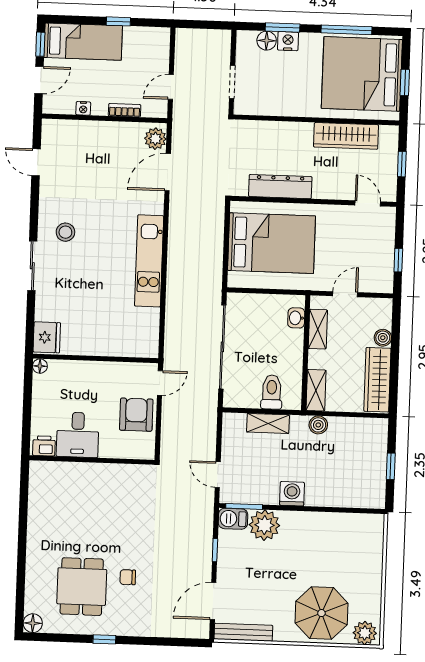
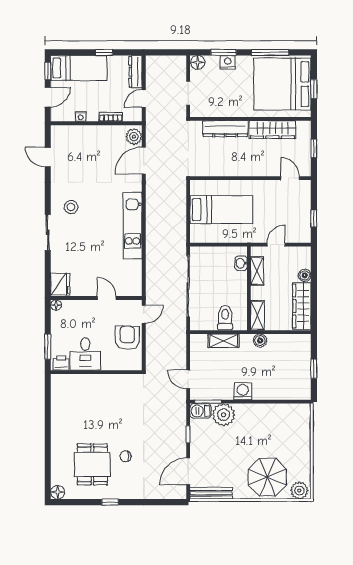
floor lamp: (267, 41) -> (198, 62), moved
dresser: (161, 50) -> (136, 72), added
dresser: (280, 187) -> (225, 129), moved, turned 180
bed: (272, 243) -> (221, 210), width x0.67
door: (110, 359) -> (107, 298), added
window: (26, 423) -> (48, 347), added

